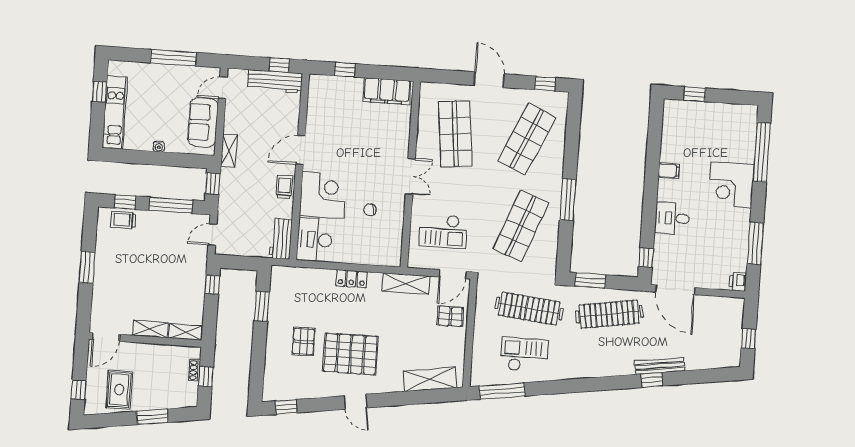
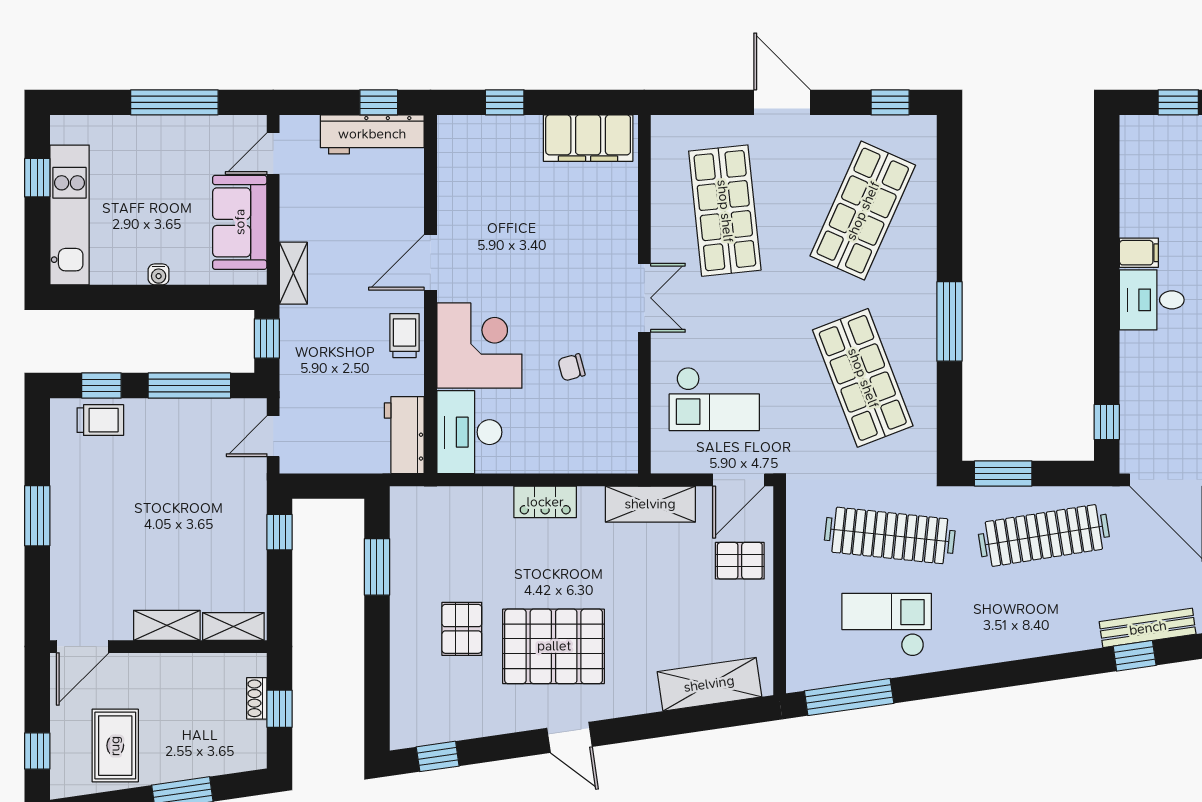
desk: (672, 218) -> (1152, 300), moved
trolley: (123, 220) -> (100, 420), turned 180
shop shelf: (521, 226) -> (863, 378), turned -42

